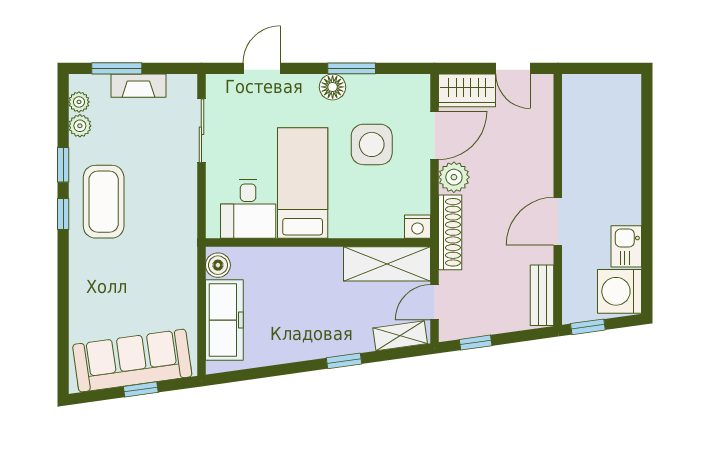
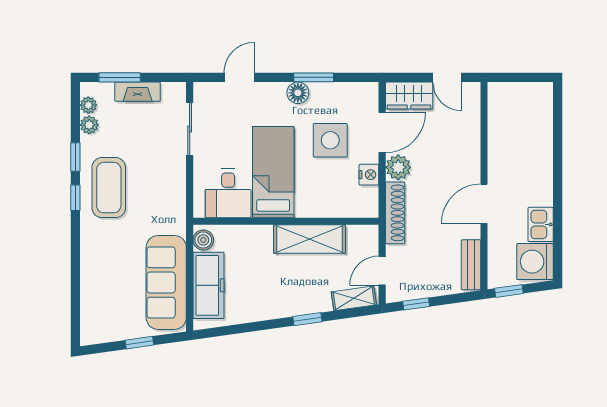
nightstand: (418, 227) -> (369, 175), moved, turned -90
shelving: (387, 264) -> (310, 239), moved
sofa: (132, 361) -> (166, 282), moved, turned -82

